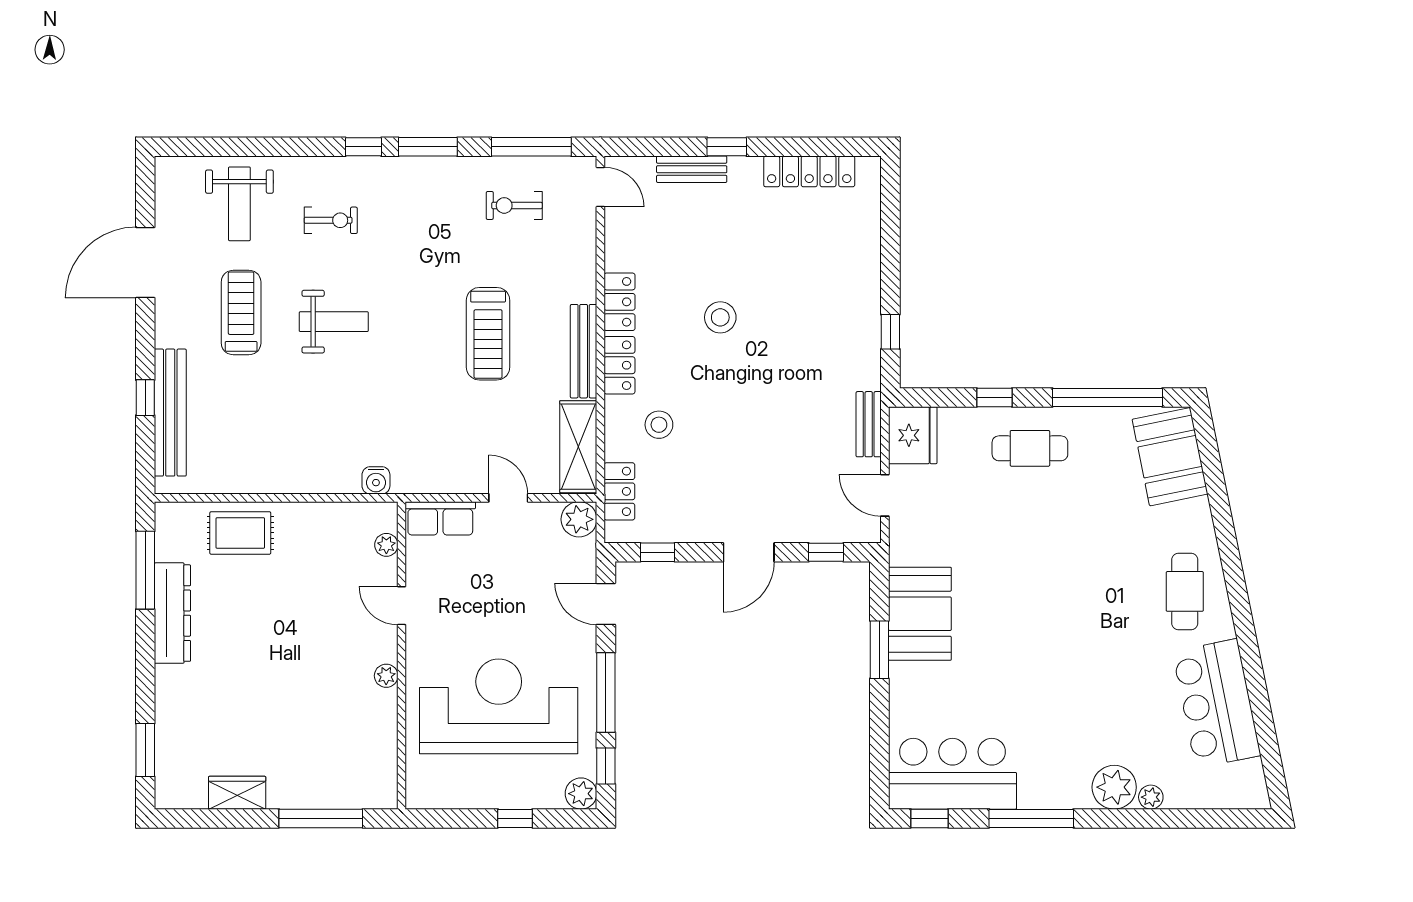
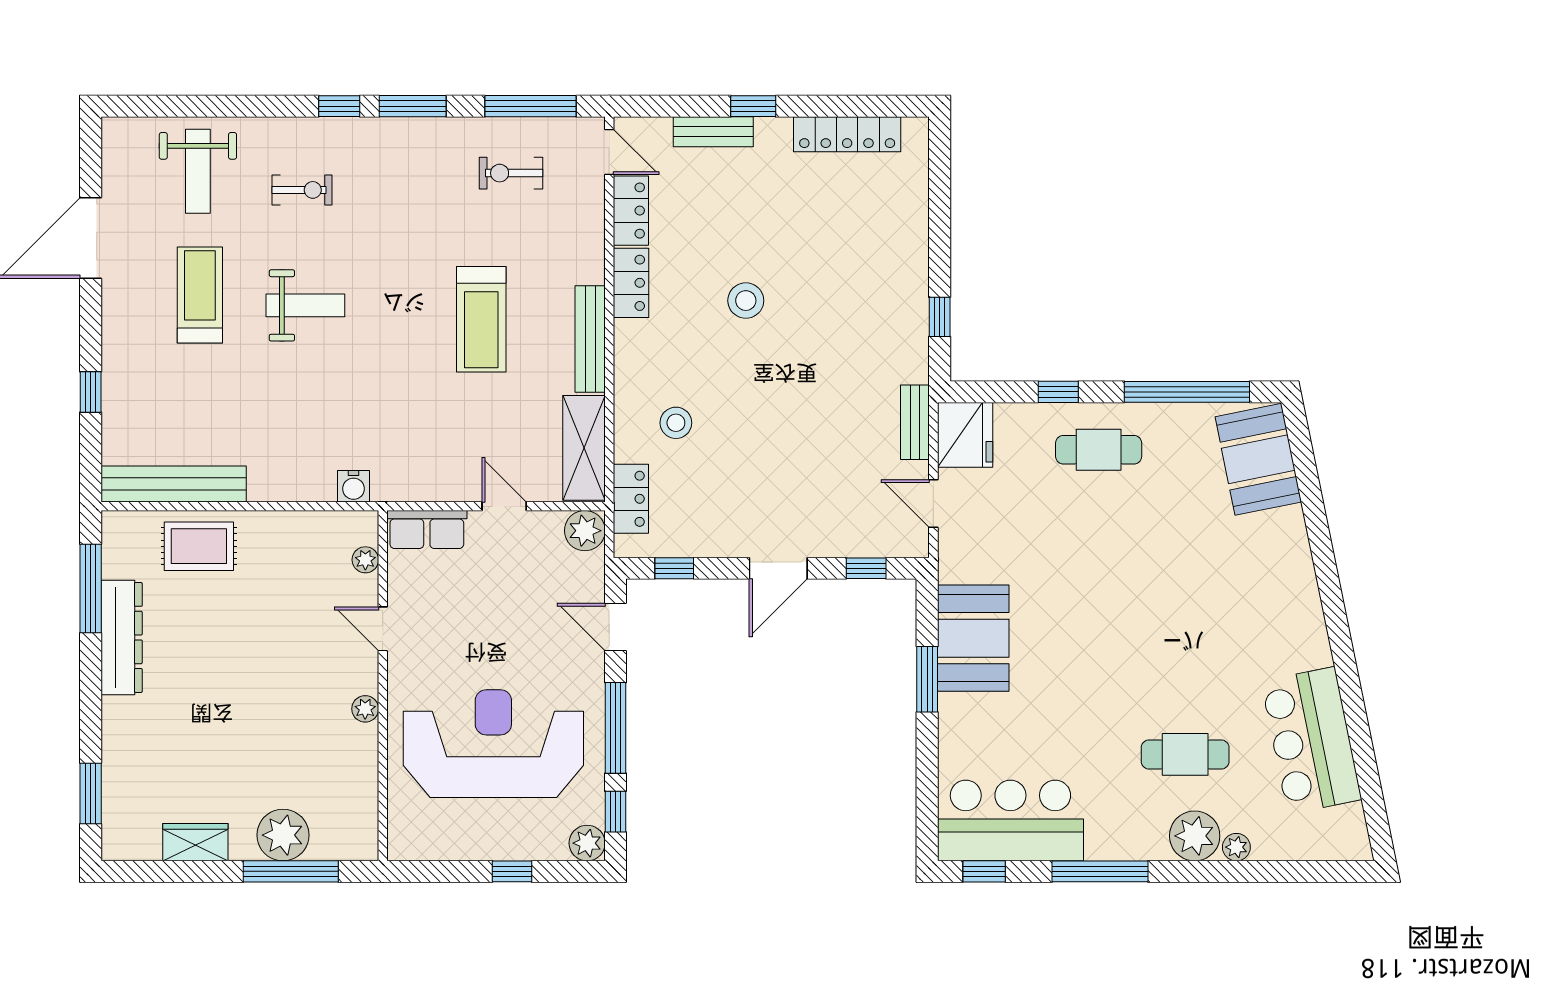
locker: (619, 365) -> (631, 211), moved
bench: (170, 413) -> (174, 484), moved, turned 90
cafe table: (1185, 591) -> (1185, 754), moved, turned 90
plant: (314, 787) -> (283, 835), added

